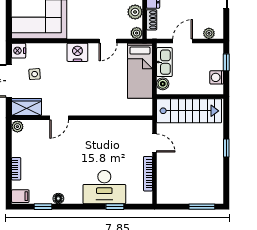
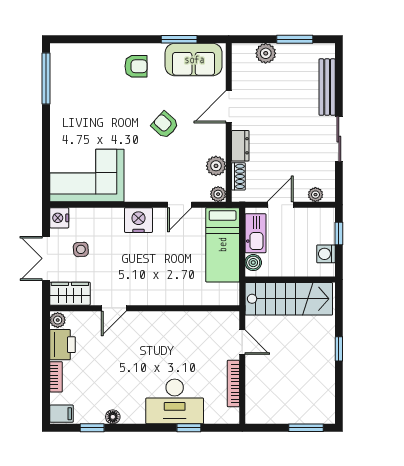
printer: (21, 145) -> (63, 345), added

